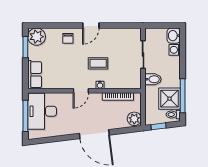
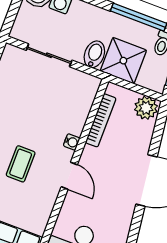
coffee table: (98, 63) -> (21, 164), moved
shower: (170, 99) -> (123, 61), moved

